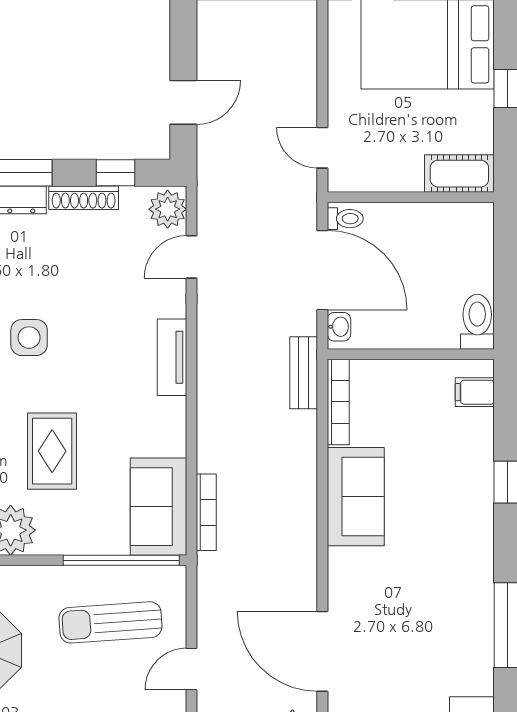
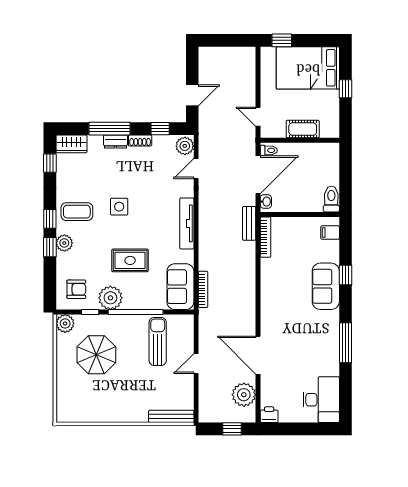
cot: (459, 174) -> (303, 129), moved
shoe rack: (84, 198) -> (140, 140), width x0.70
door: (322, 270) -> (258, 175), hinge flipped
tv unit: (172, 357) -> (187, 223), width x1.41
rug: (52, 451) -> (130, 260), turned 90
sofa: (356, 497) -> (326, 286), moved, turned 180
window: (121, 560) -> (136, 312), moved
sun lounger: (110, 622) -> (158, 341), turned 94

